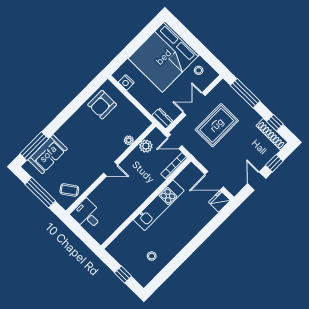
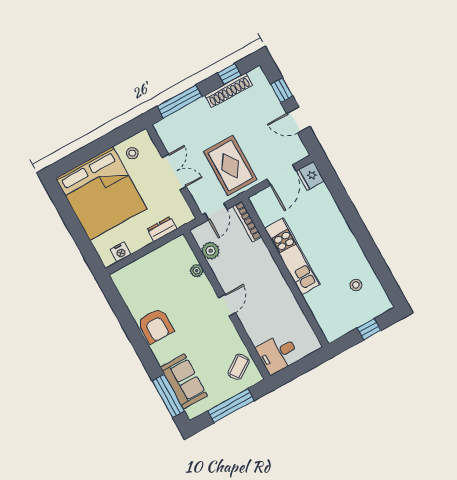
double door: (194, 104) -> (174, 172), swing flipped
armchair: (102, 105) -> (155, 326), moved
dresser: (162, 118) -> (162, 229), moved
rug: (217, 125) -> (230, 166), moved
shoe rack: (272, 134) -> (229, 90), moved

